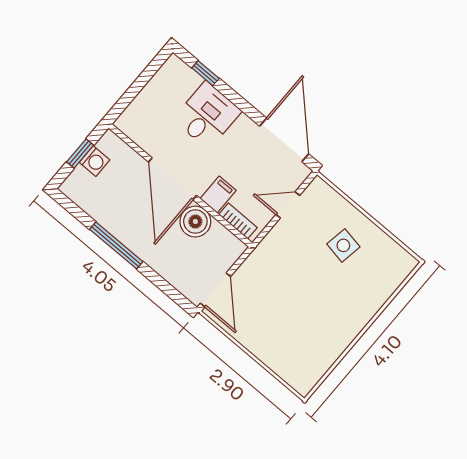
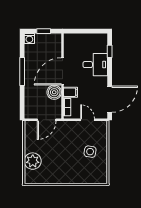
washing machine: (95, 161) -> (29, 39), moved
door: (216, 290) -> (47, 120), moved
plant: (279, 353) -> (33, 161), added

